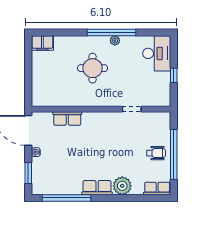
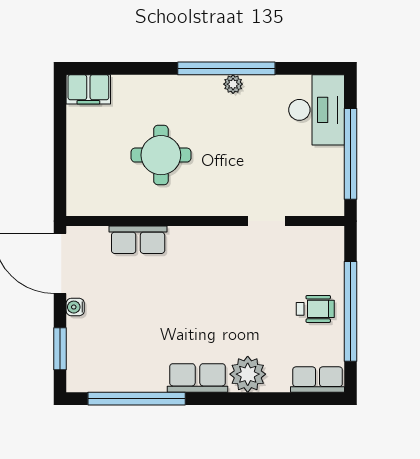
round table: (93, 68) -> (161, 155), moved
window: (174, 75) -> (351, 154), width x3.17

